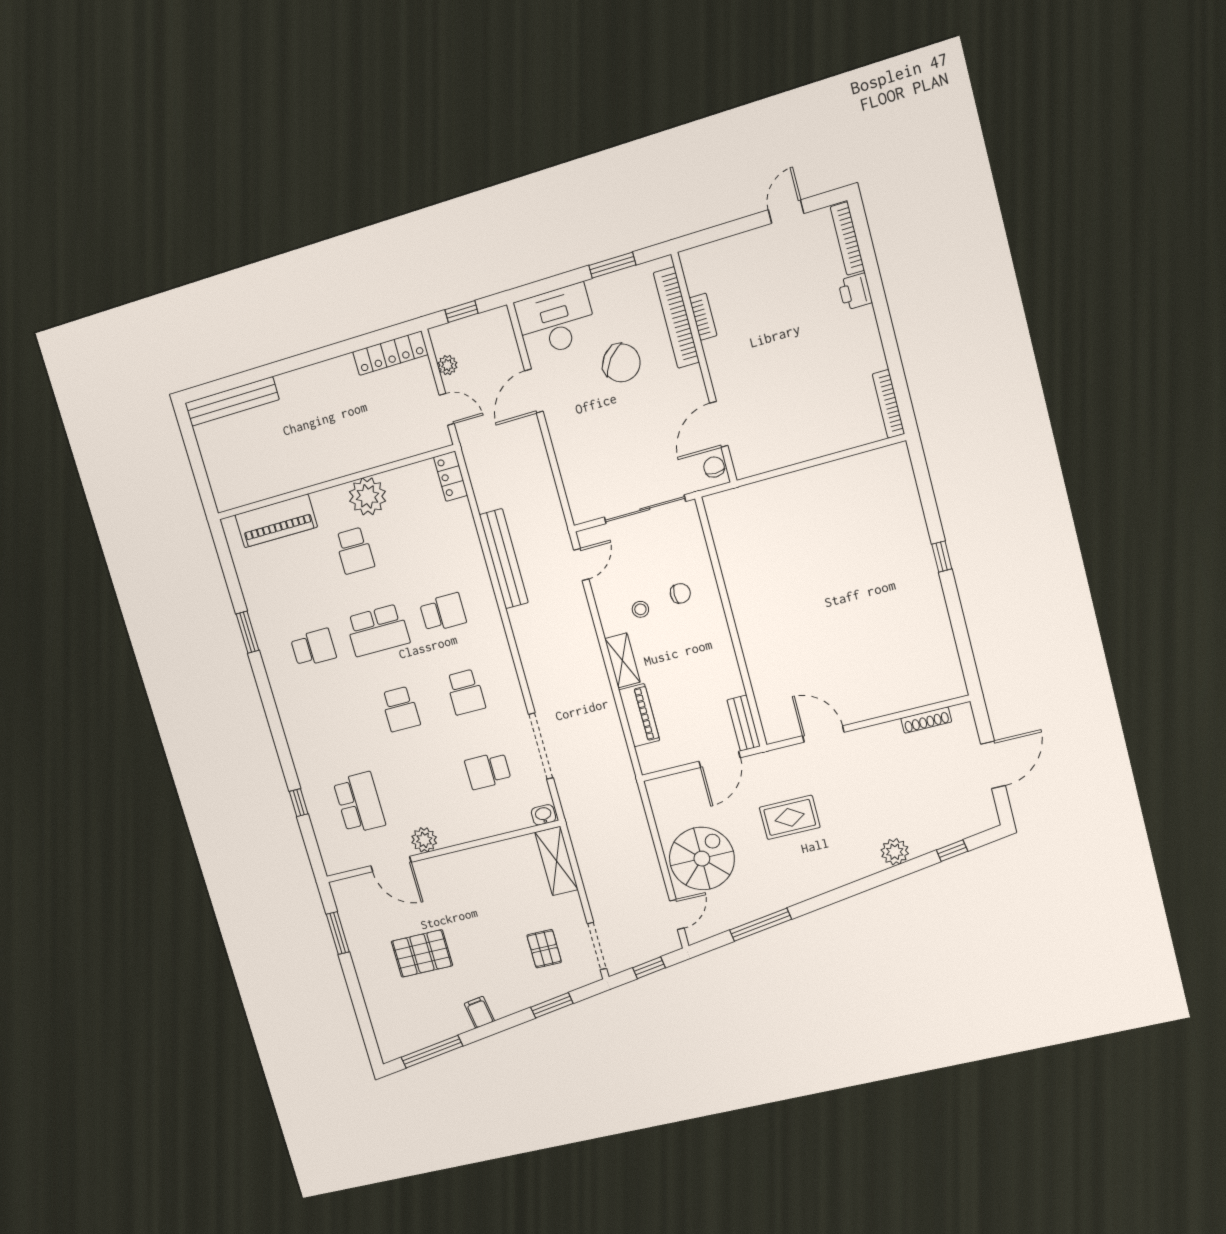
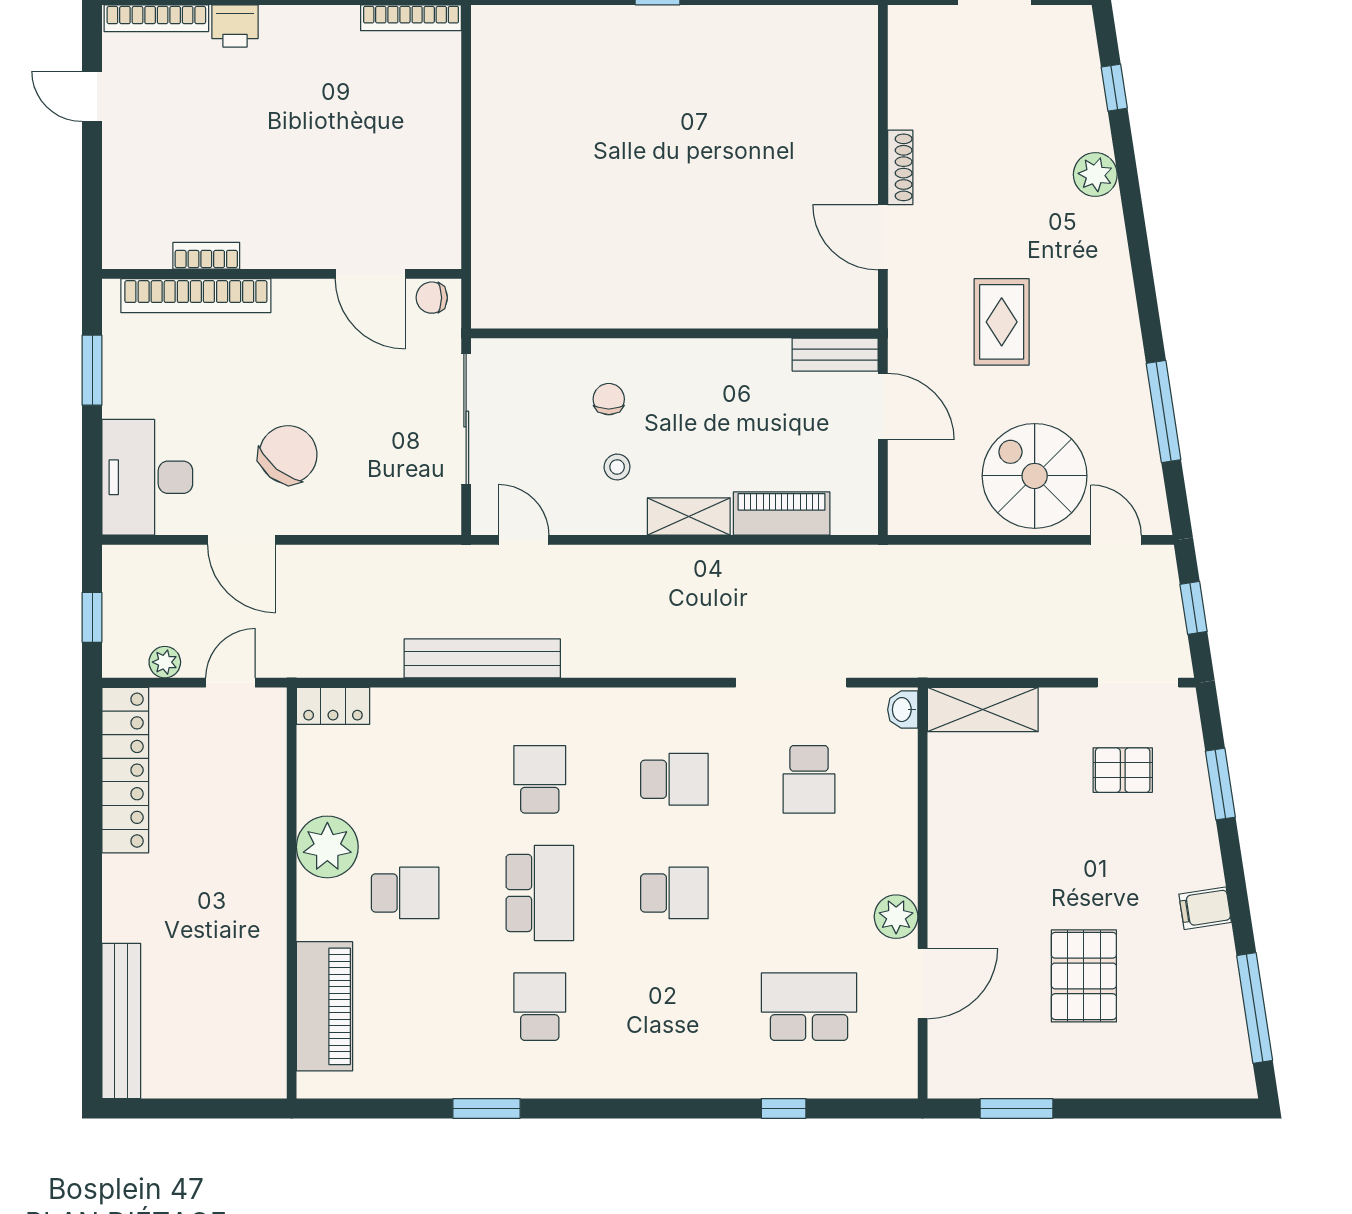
locker: (390, 353) -> (125, 770), width x1.41, depth x1.21
chair: (621, 363) -> (288, 455), moved
shoe rack: (926, 720) -> (900, 167), moved
door: (823, 734) -> (883, 237), hinge flipped

